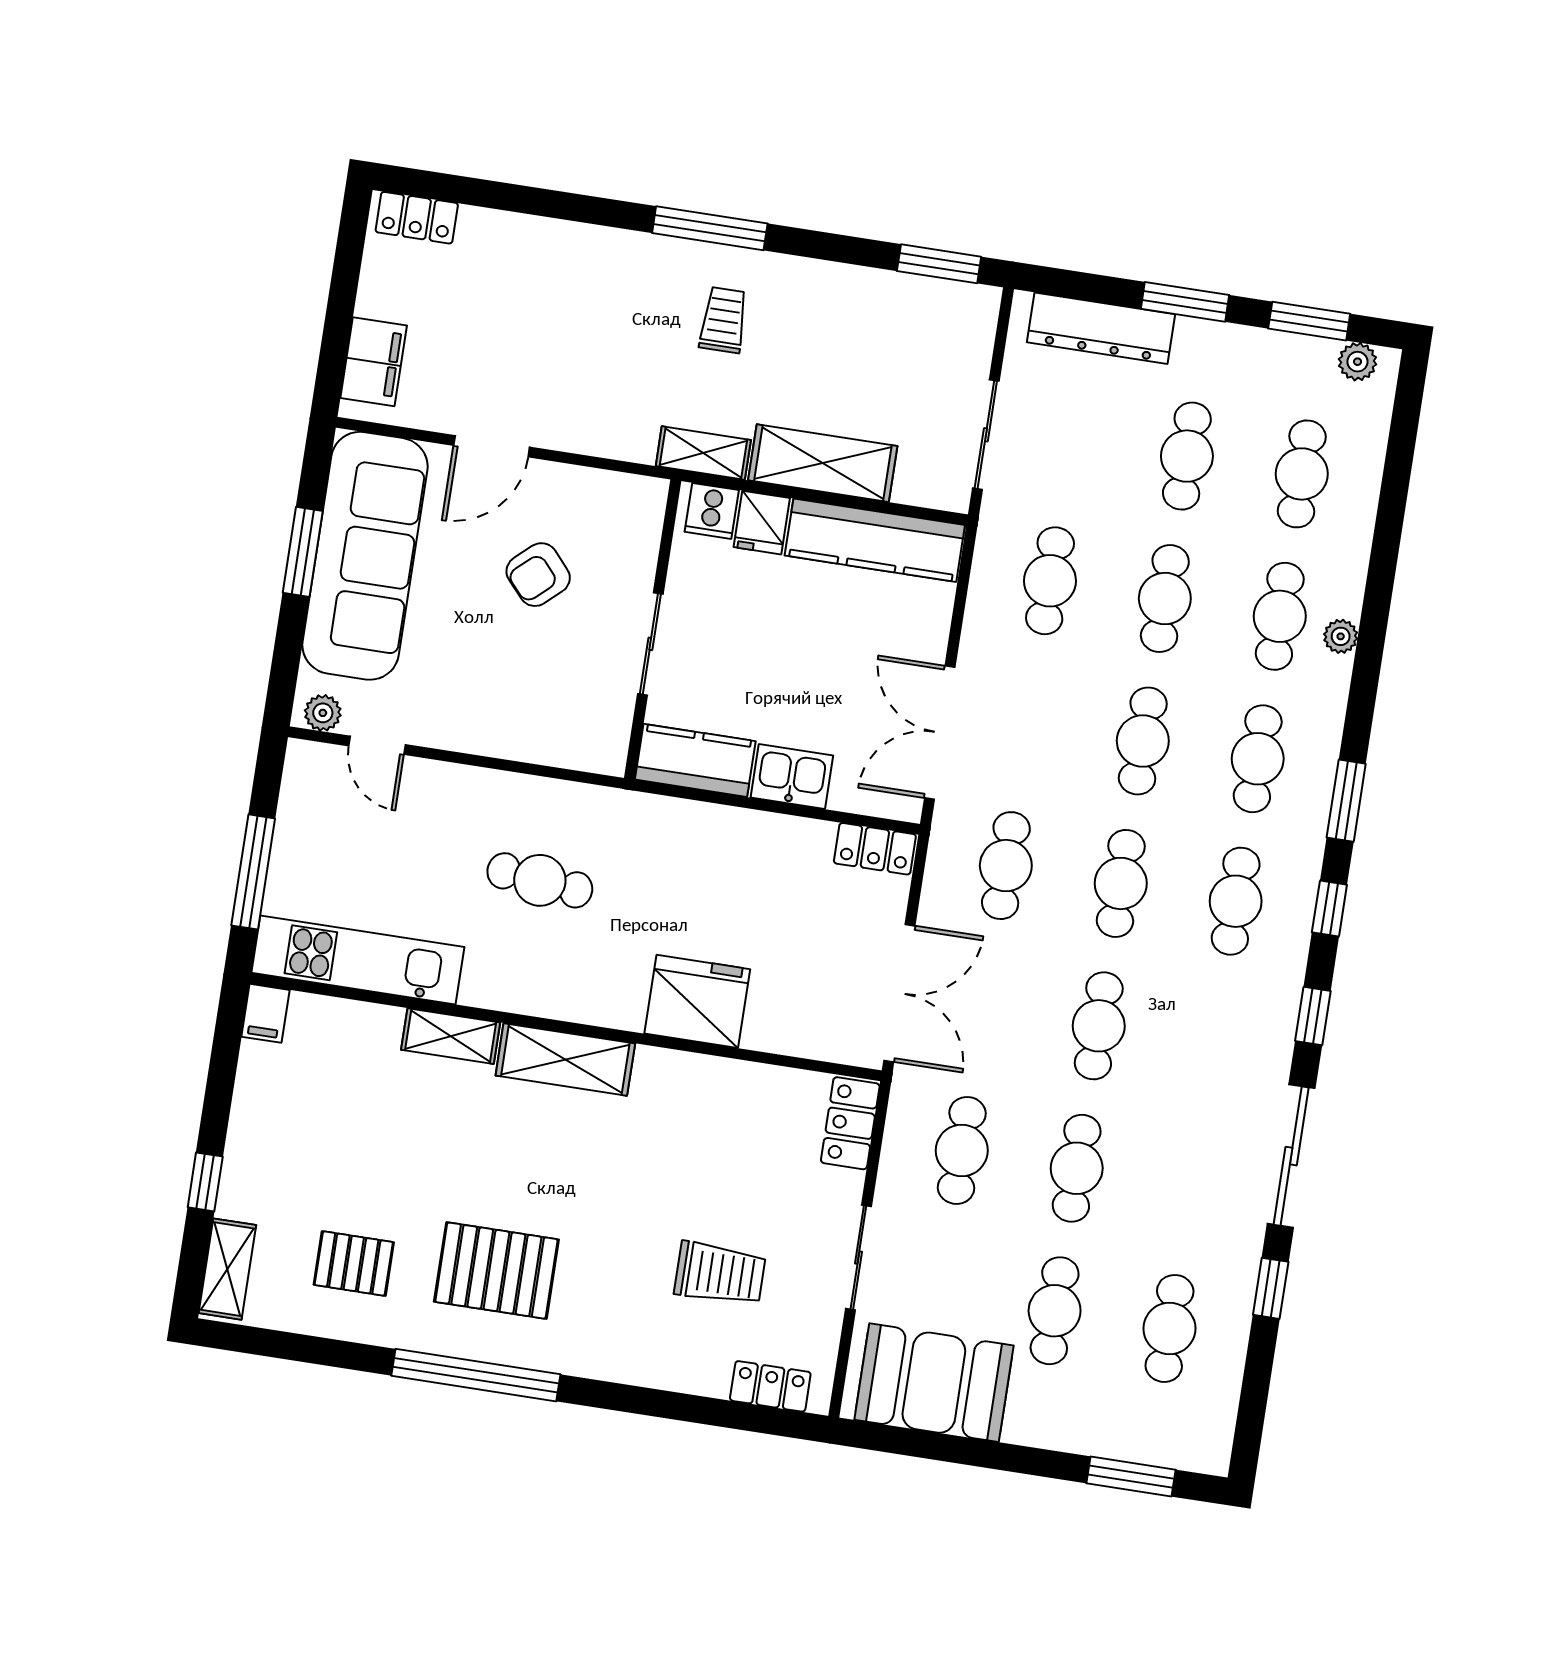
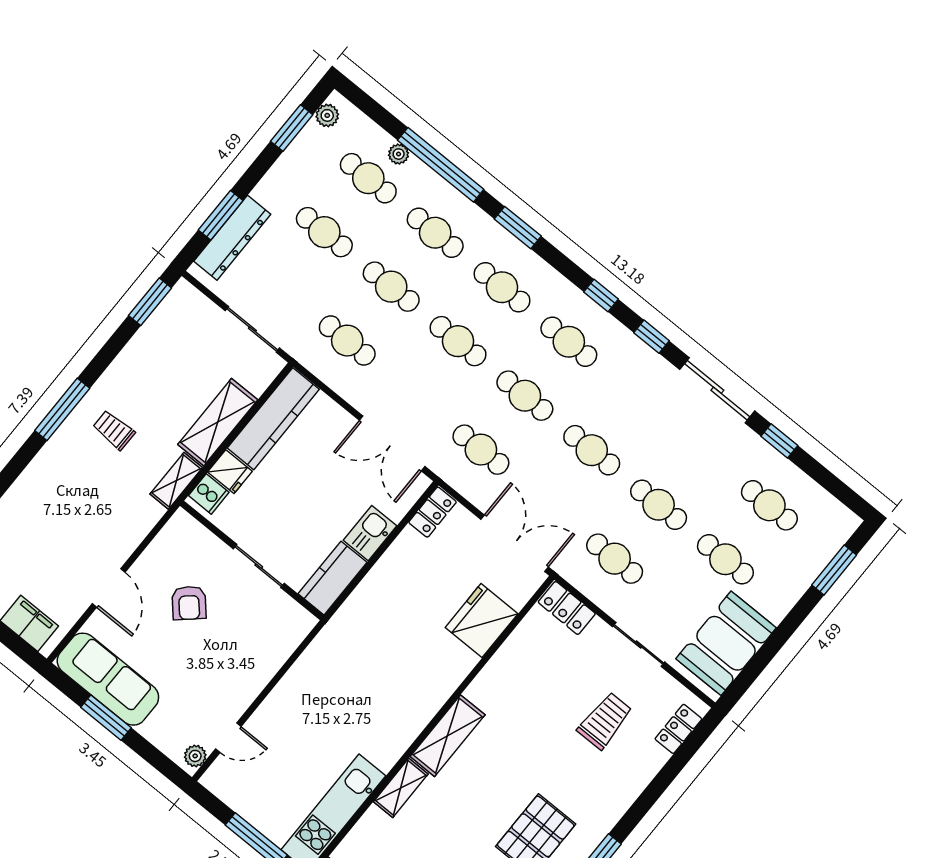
window: (1185, 302) -> (221, 215), moved
sofa: (365, 556) -> (108, 679), width x0.74, depth x0.79
window: (1382, 567) -> (441, 165), added
plant: (1341, 636) -> (399, 154), moved
window: (1346, 801) -> (518, 228), moved
cafe table: (540, 880) -> (347, 695), removed
fridge: (697, 1001) -> (482, 621), moved

